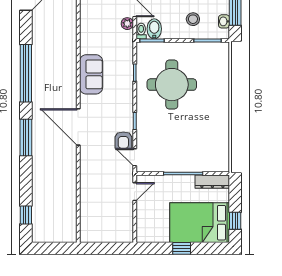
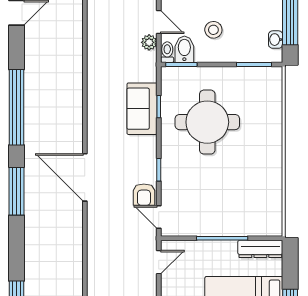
stool: (193, 19) -> (213, 30), moved
sofa: (91, 74) -> (142, 109), moved, turned 180

